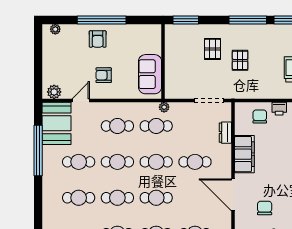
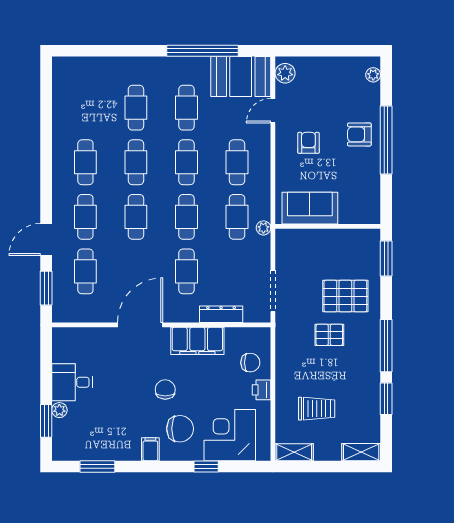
pallet: (213, 49) -> (345, 296), width x1.50, depth x1.42
door: (81, 100) -> (273, 111), swing flipped
dresser: (225, 133) -> (221, 314), width x1.44
chair: (265, 208) -> (165, 389), moved, turned -90

